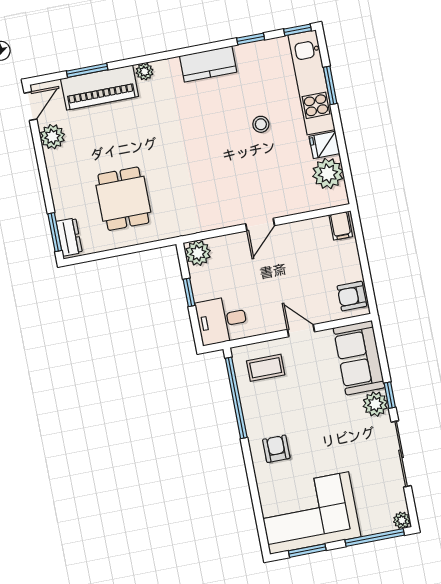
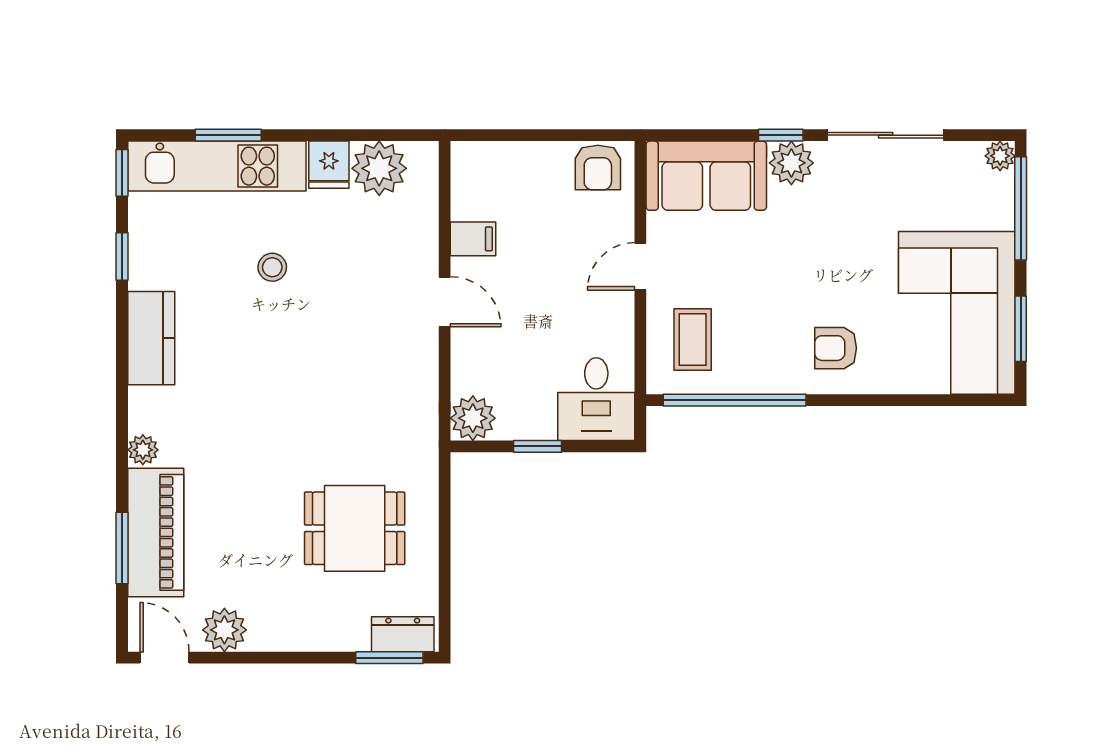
filing cabinet: (341, 226) -> (473, 239), moved

